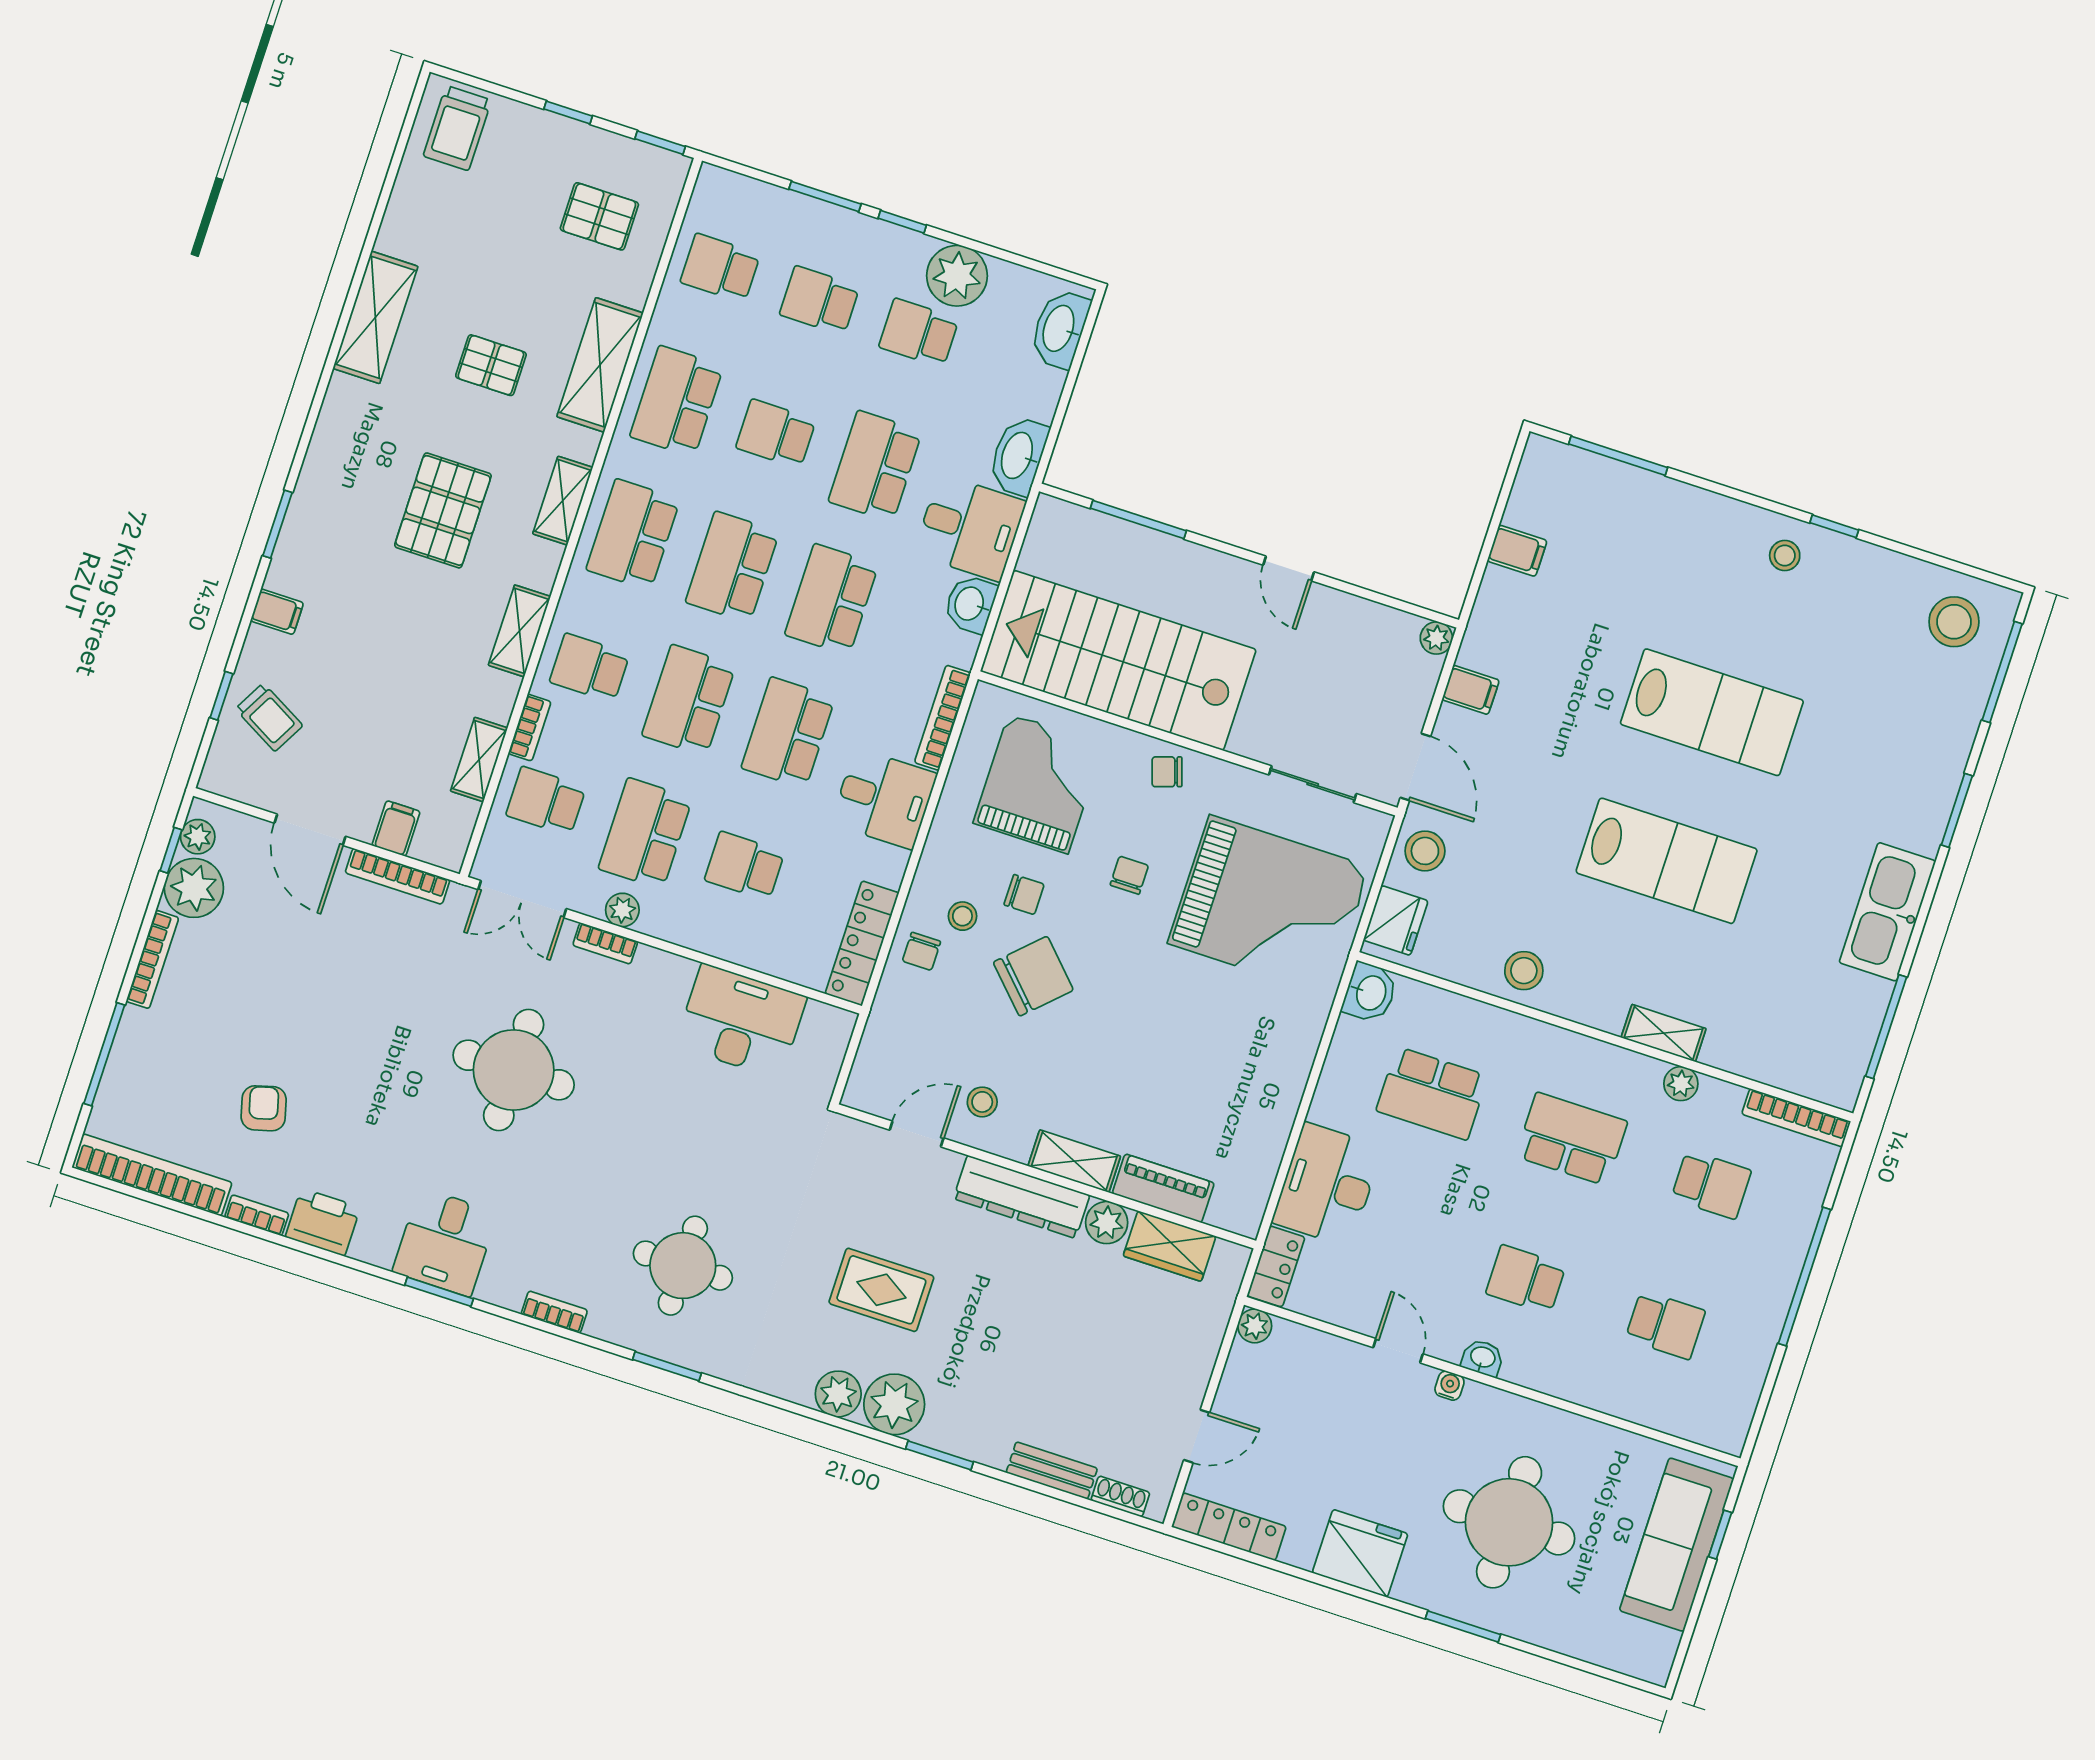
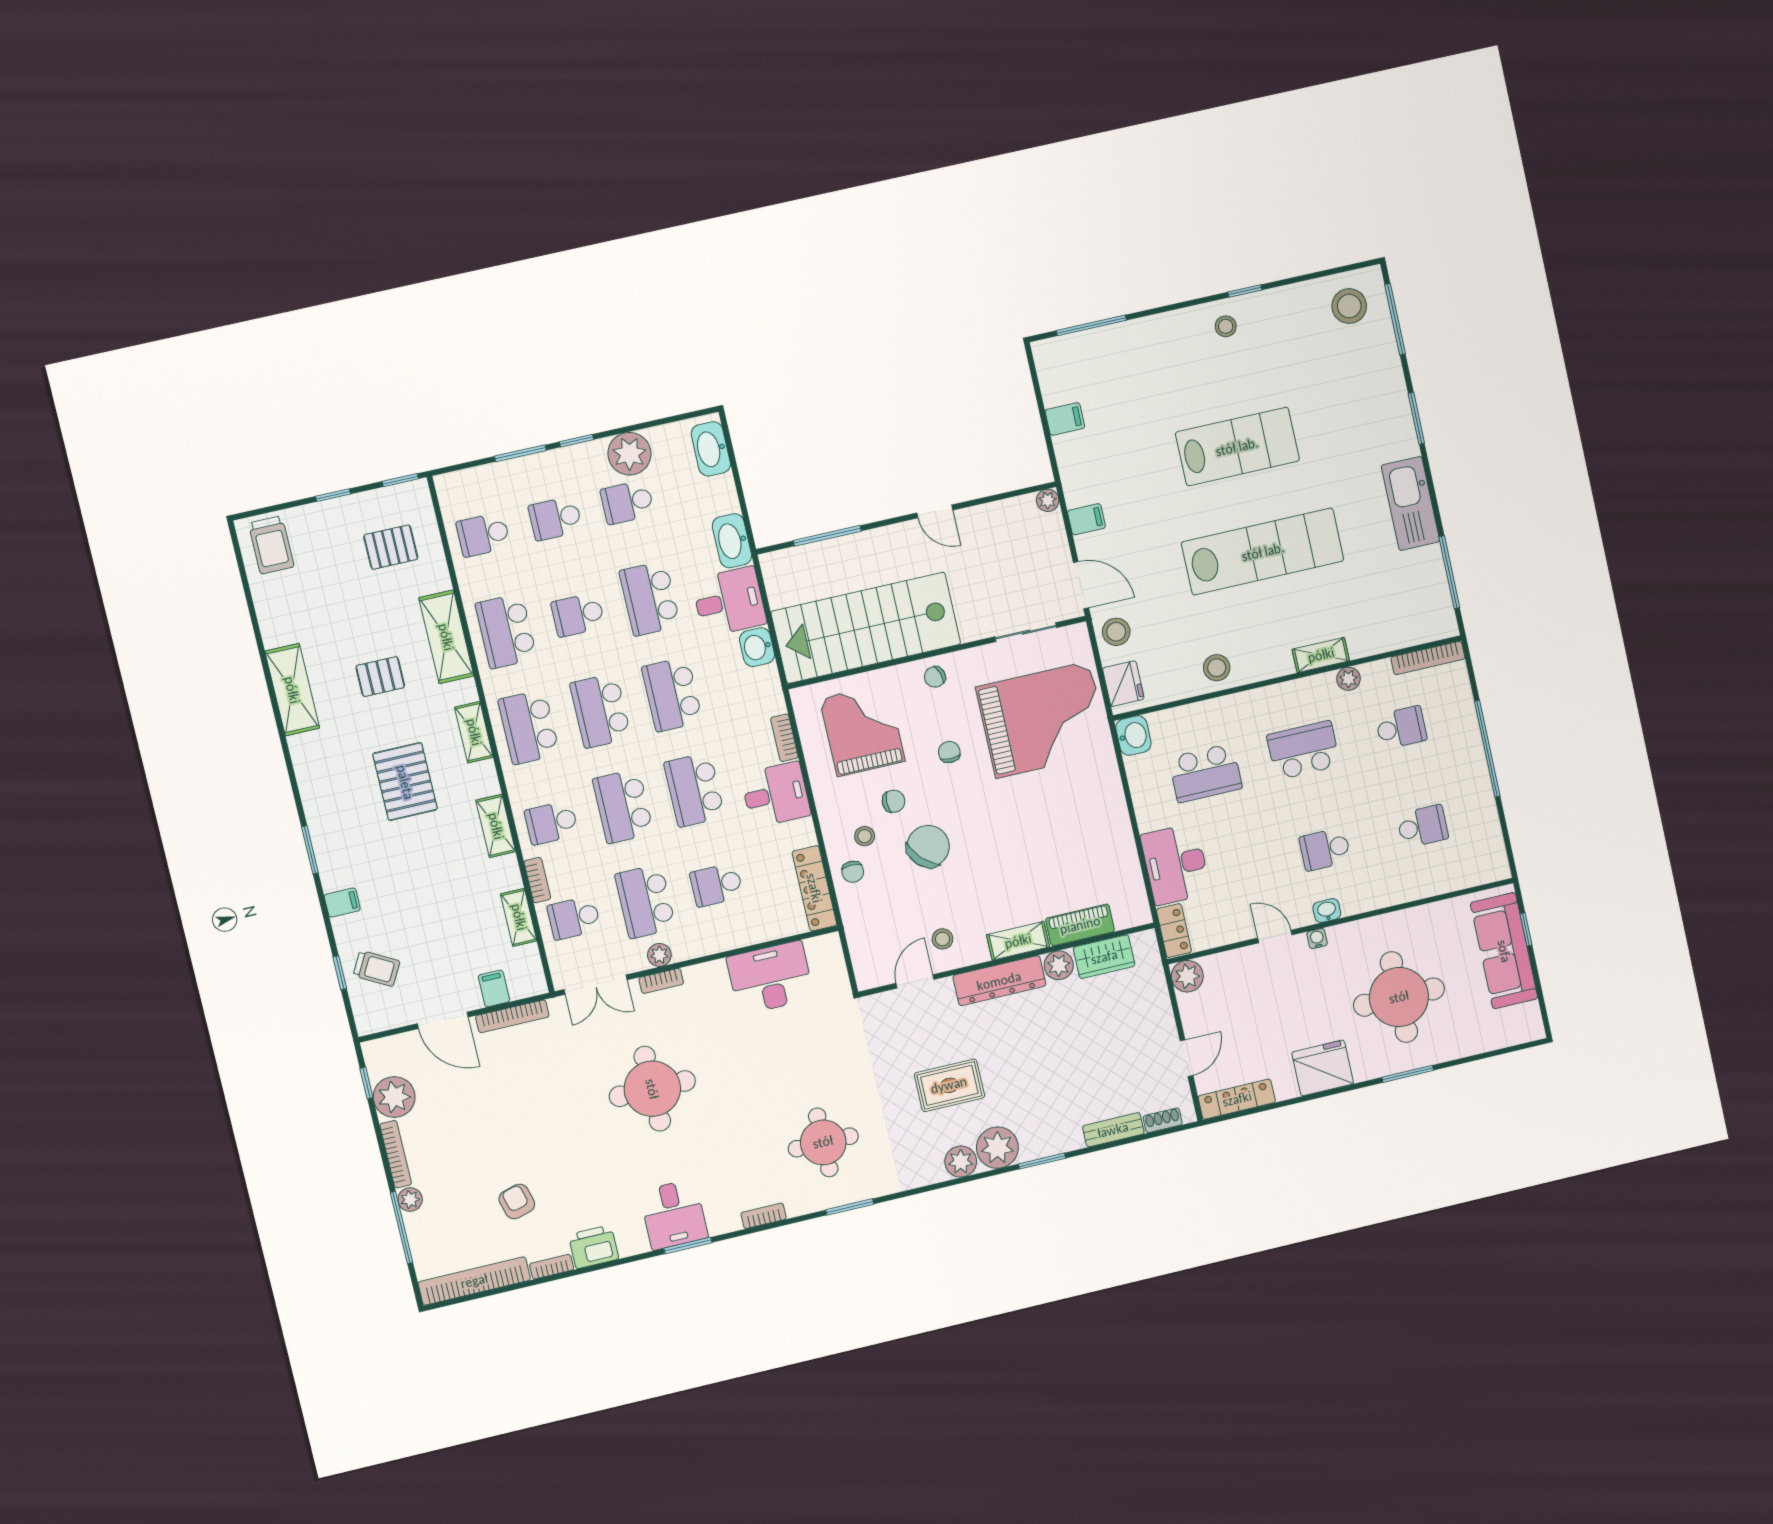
bookcase: (943, 718) -> (784, 738), width x0.64
plant: (198, 837) -> (410, 1200), moved
lab bench: (1667, 861) -> (1263, 552), width x1.36
plant: (1255, 1326) -> (1187, 976), width x1.38, depth x1.38

